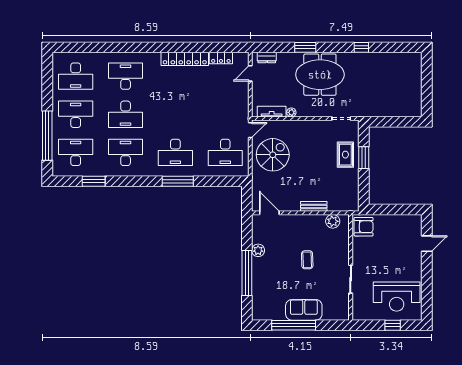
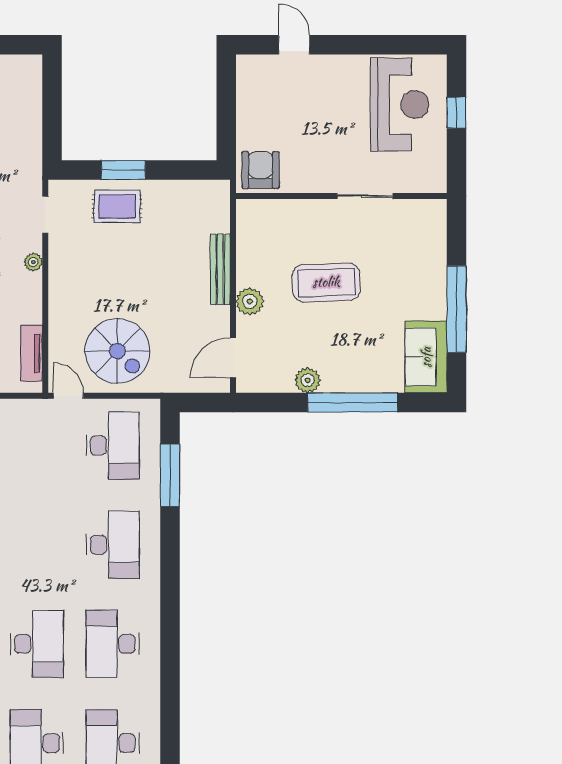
plant: (291, 112) -> (33, 262), moved
spiral stairs: (273, 155) -> (117, 351), turned 180
window: (94, 181) -> (170, 707), removed
window: (178, 181) -> (170, 475), moved
bench: (314, 206) -> (220, 269), width x1.36
plant: (333, 221) -> (250, 301), moved
coffee table: (307, 260) -> (326, 282), width x1.86, depth x1.72
sofa: (304, 310) -> (426, 357), moved

